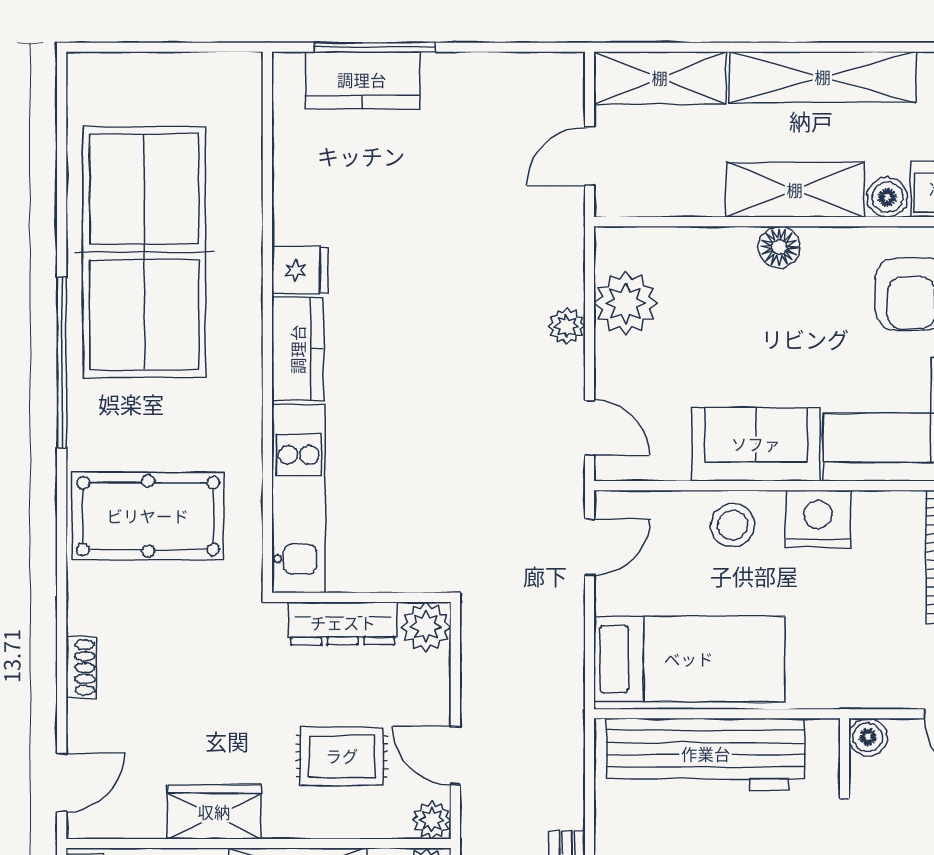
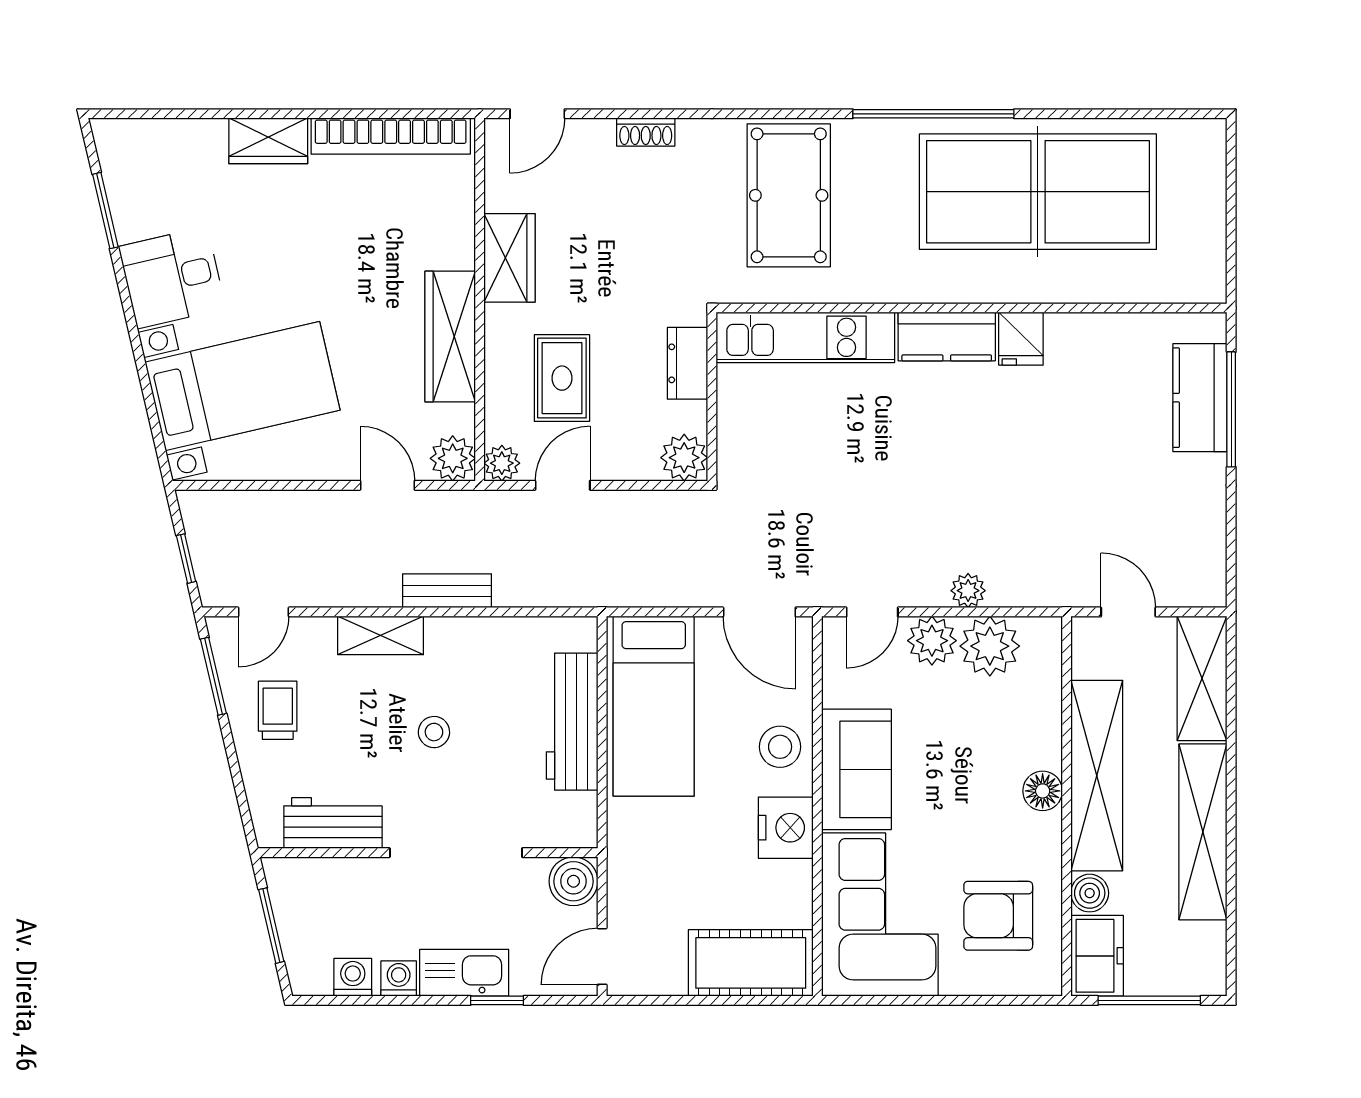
shelving: (795, 190) -> (1097, 776), width x1.47
plant: (620, 364) -> (932, 641), added
door: (590, 547) -> (759, 612), width x1.38
dresser: (343, 623) -> (687, 363), width x0.70
boiler: (868, 737) -> (573, 881), width x1.36, depth x1.36
workbench: (706, 754) -> (572, 722), width x0.73, depth x0.76
door: (62, 782) -> (537, 114), hinge flipped

